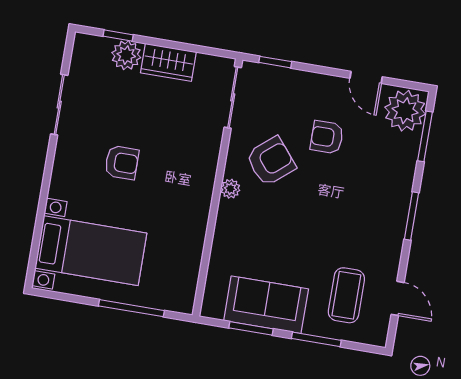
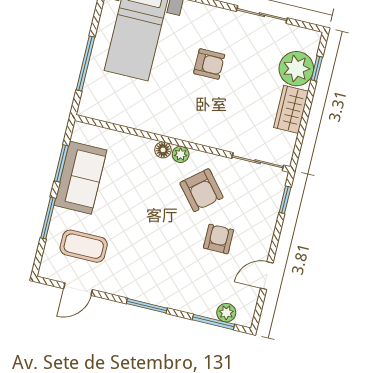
plant: (126, 55) -> (296, 69), width x1.36, depth x1.36
plant: (405, 111) -> (226, 313), width x0.53, depth x0.53
armchair: (122, 163) -> (209, 64), turned -90
floor lamp: (227, 210) -> (163, 150), added

